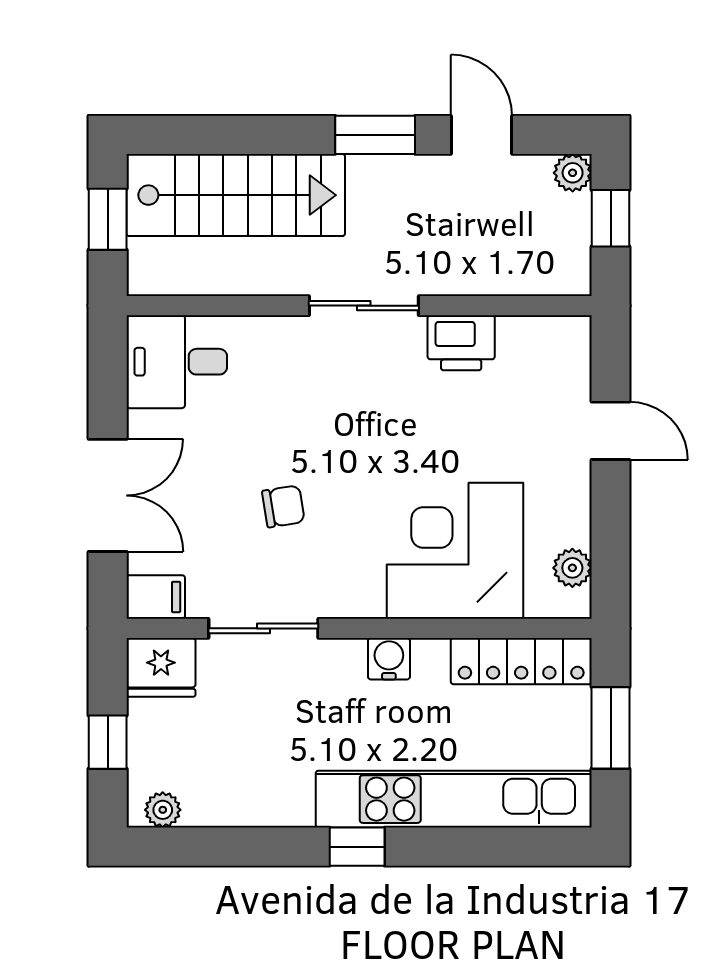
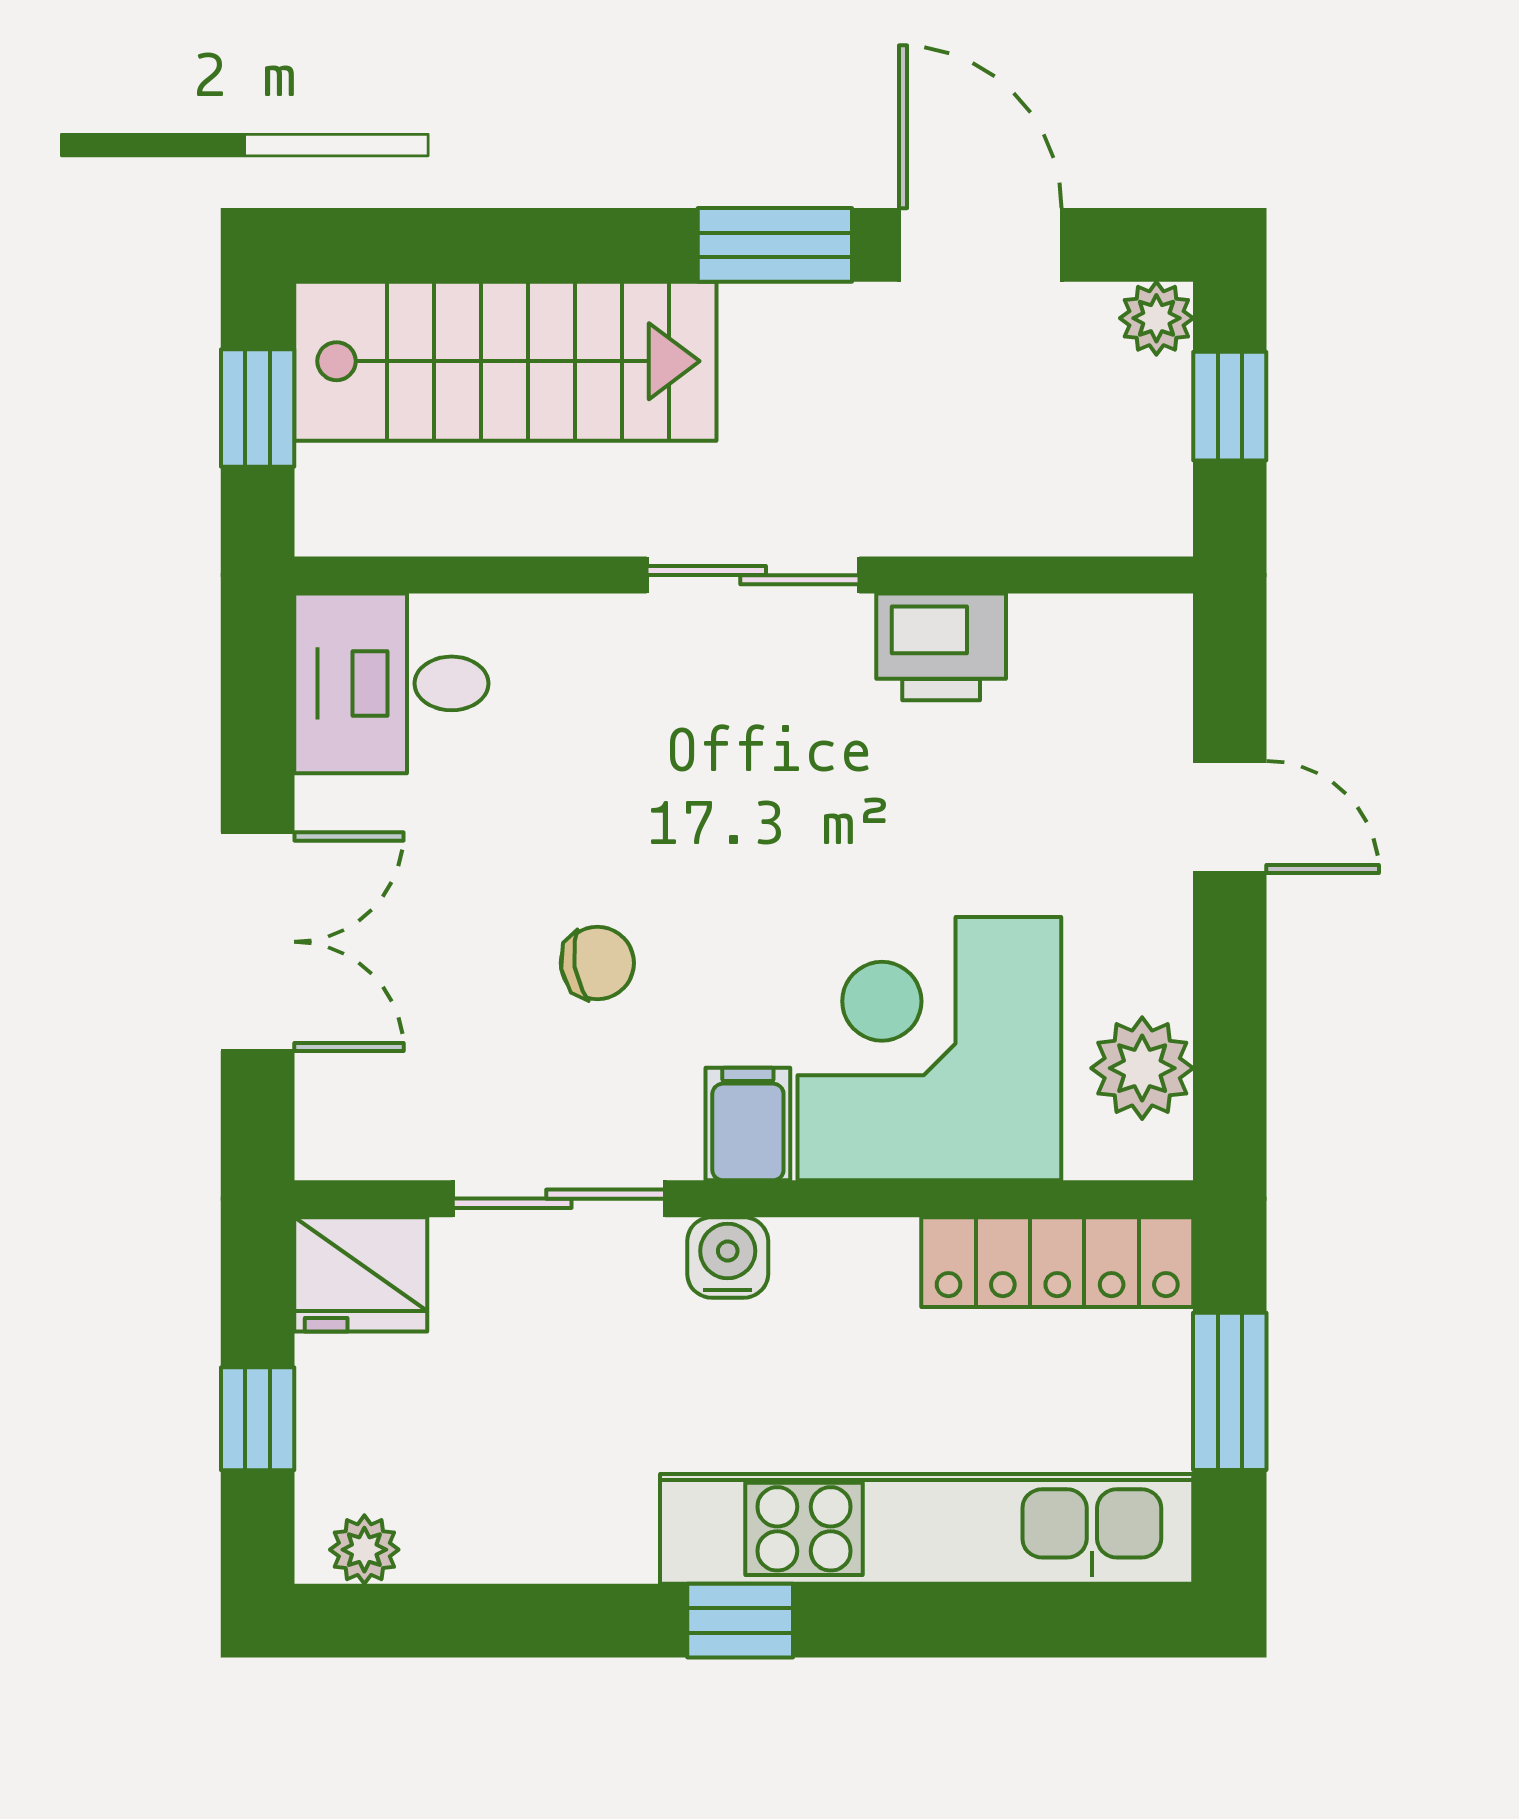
door: (481, 135) -> (980, 245), width x1.38
plant: (572, 568) -> (1142, 1068), width x1.38, depth x1.38
filing cabinet: (156, 597) -> (748, 1124), moved, turned -90
water cooler: (389, 659) -> (728, 1257), moved

